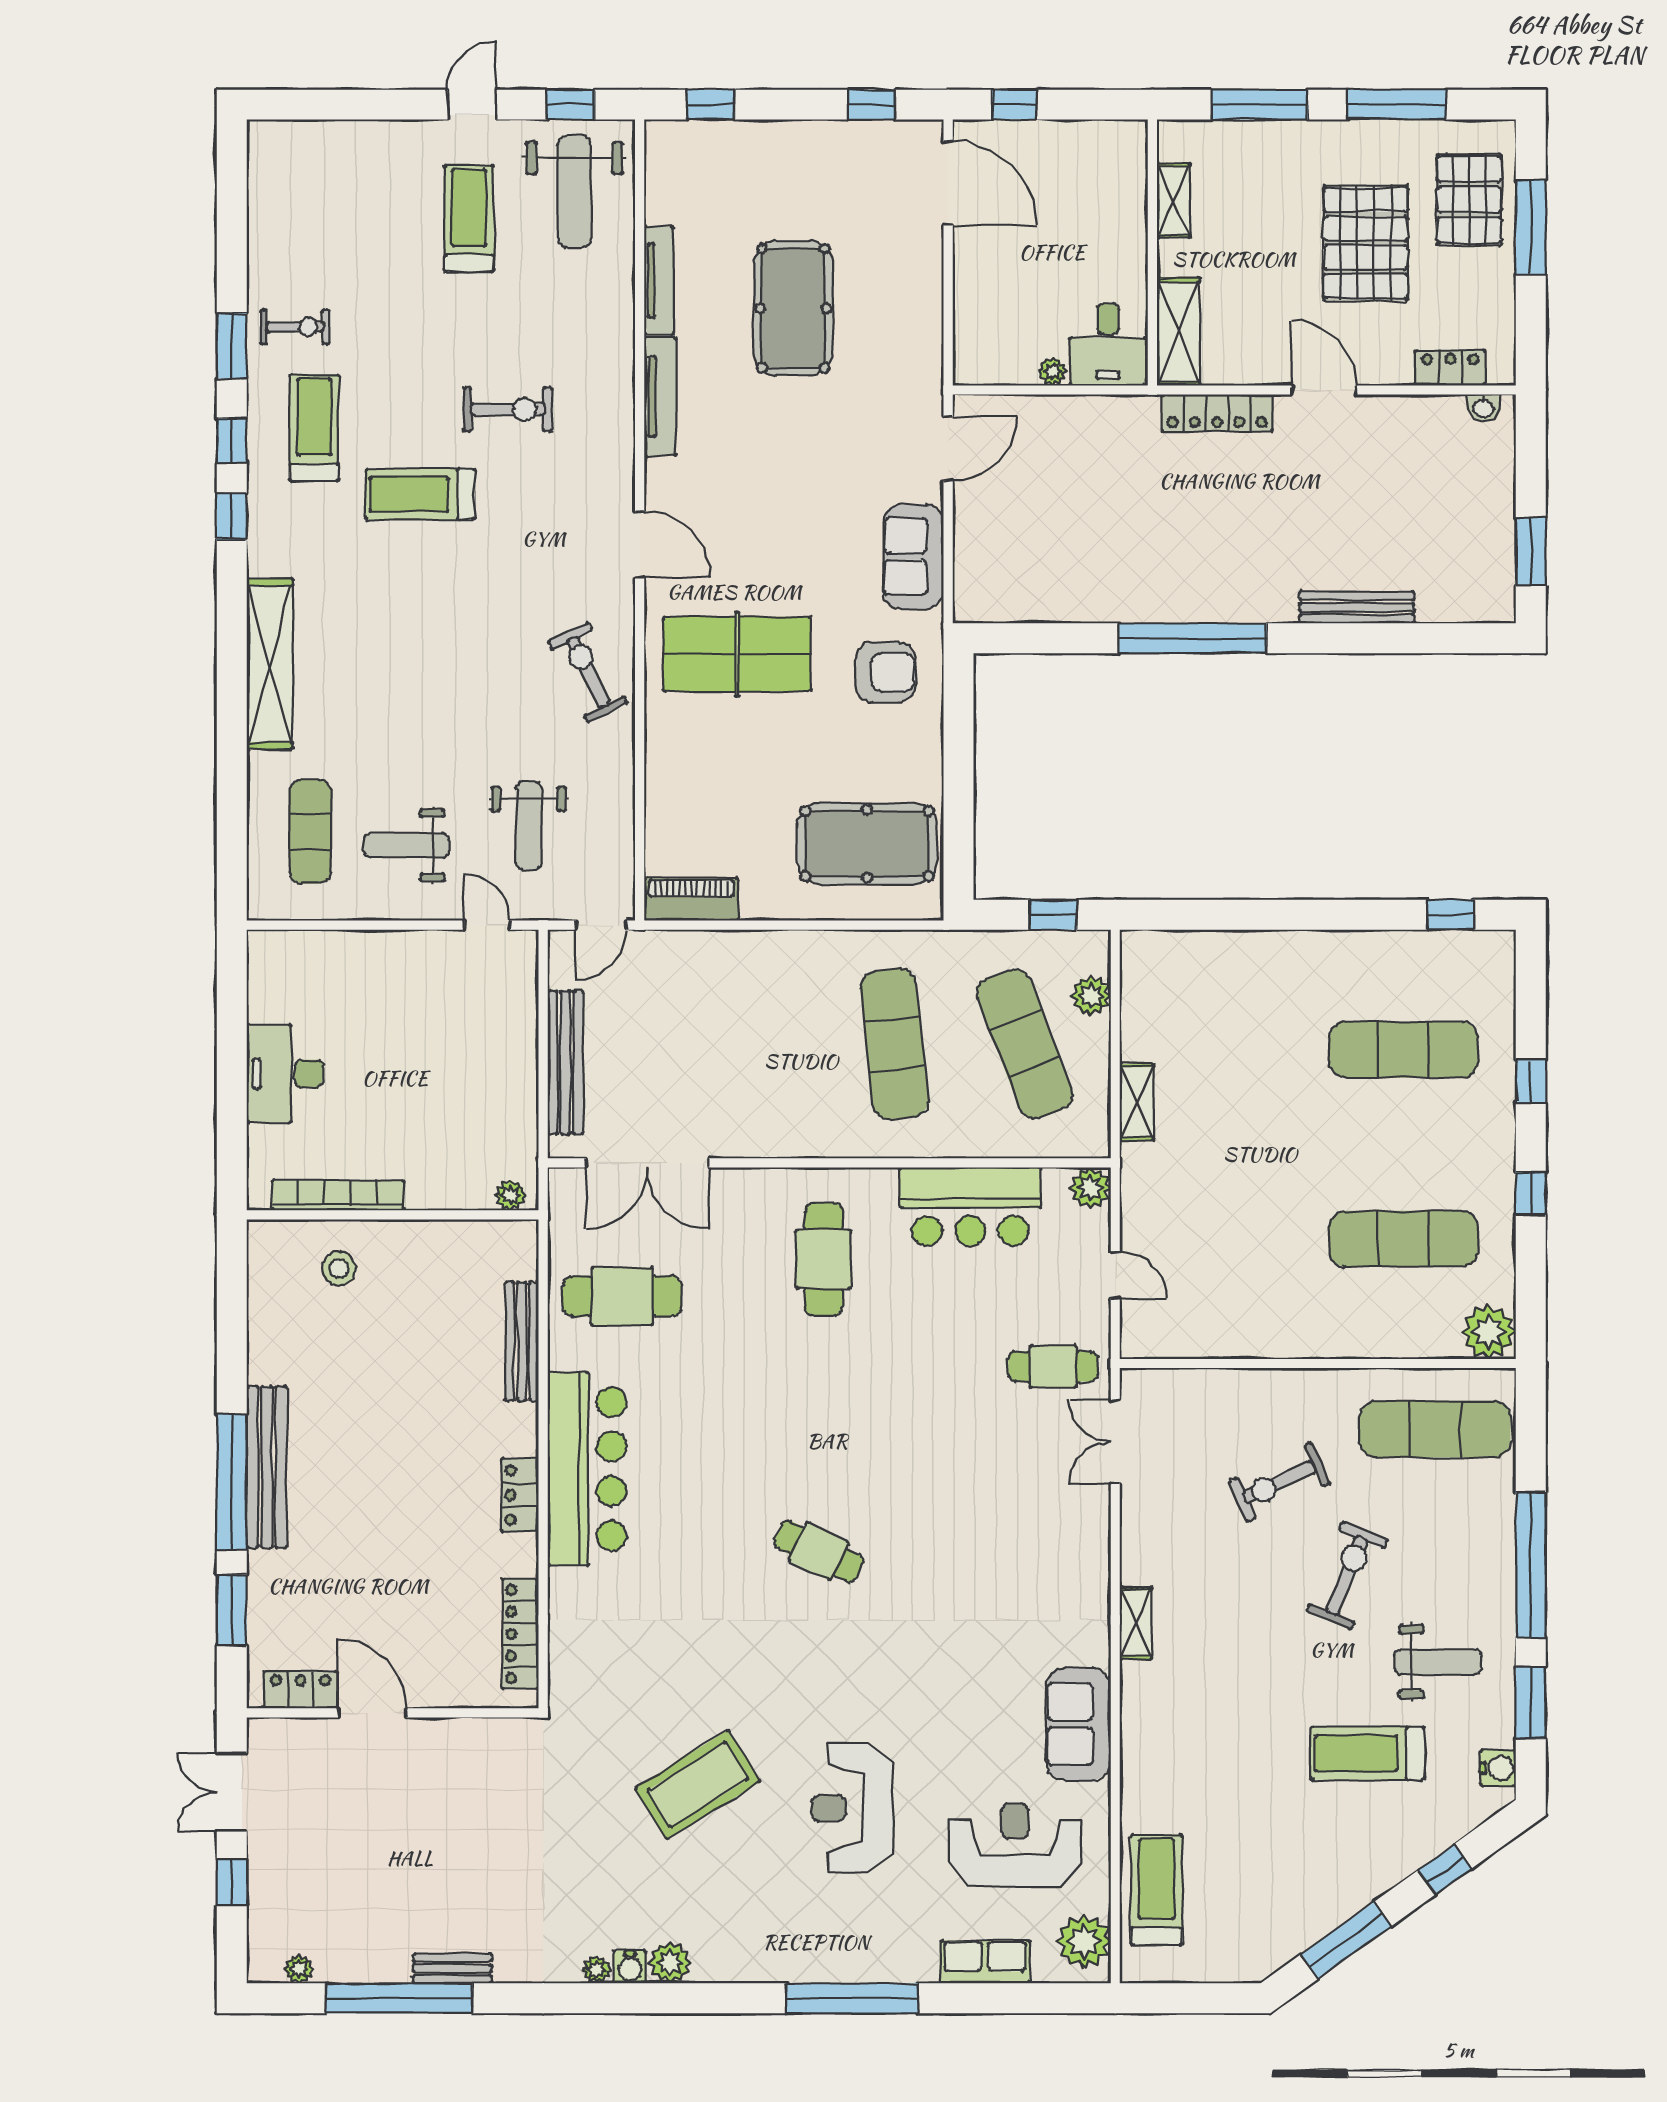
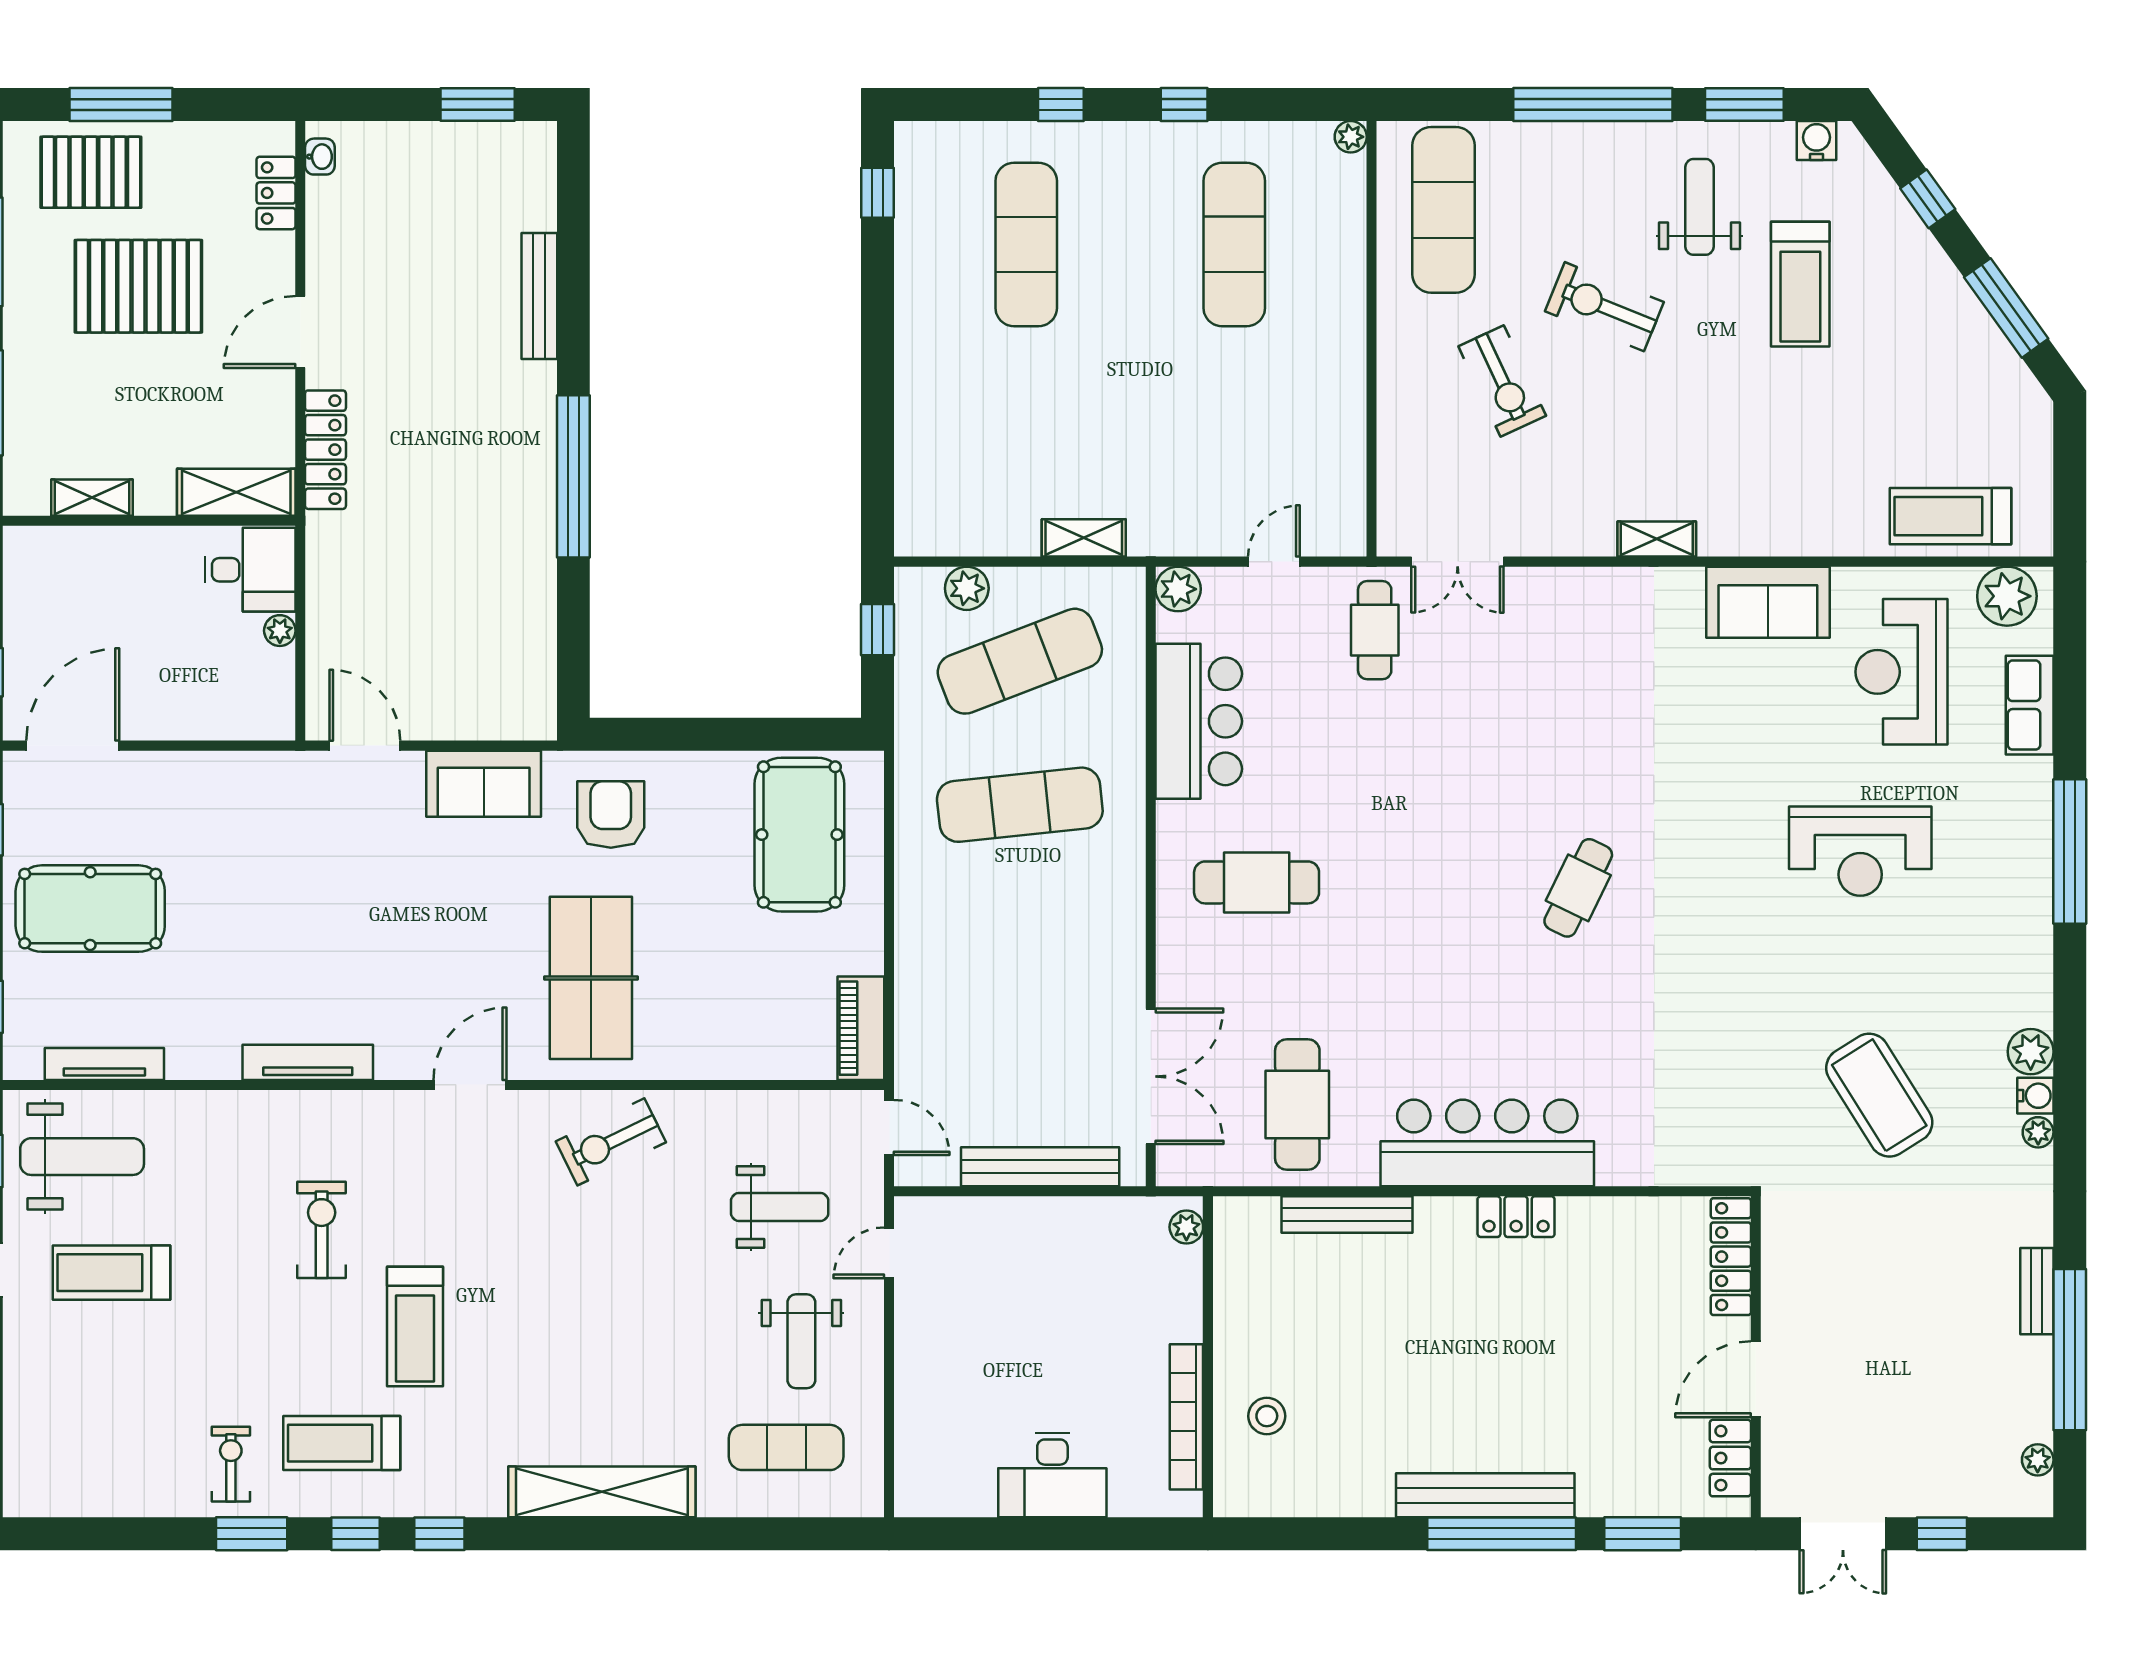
tv unit: (659, 280) -> (104, 1064), moved
pool table: (793, 308) -> (90, 909), moved
plant: (1489, 1332) -> (1351, 137), width x0.53, depth x0.53
locker: (520, 1634) -> (1731, 1257), moved, turned 90
coffee table: (698, 1785) -> (1879, 1095), moved

